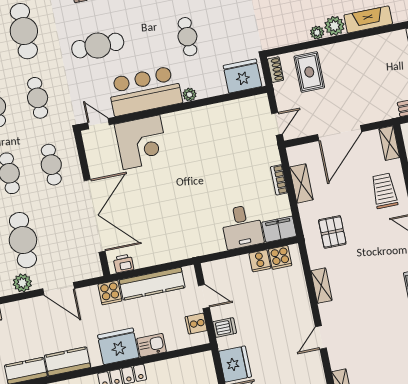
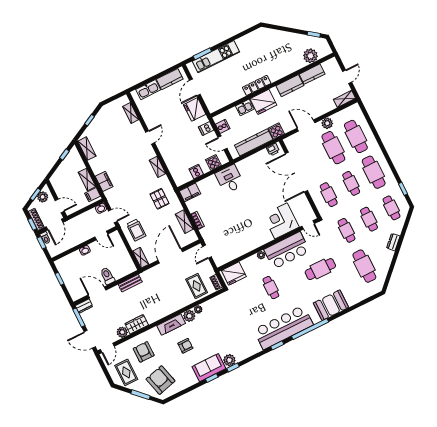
desk: (242, 227) -> (230, 179), moved
cooker: (280, 257) -> (213, 163), moved

